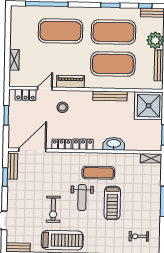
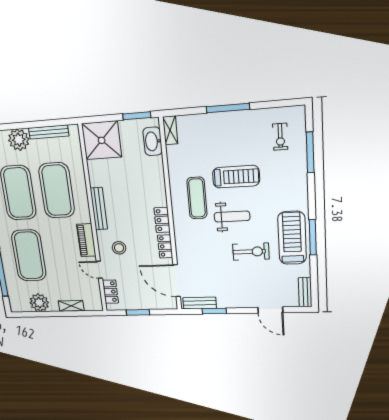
plant: (18, 32) -> (39, 303), added
bench: (110, 96) -> (99, 209), moved
washbasin: (114, 144) -> (153, 141), moved

